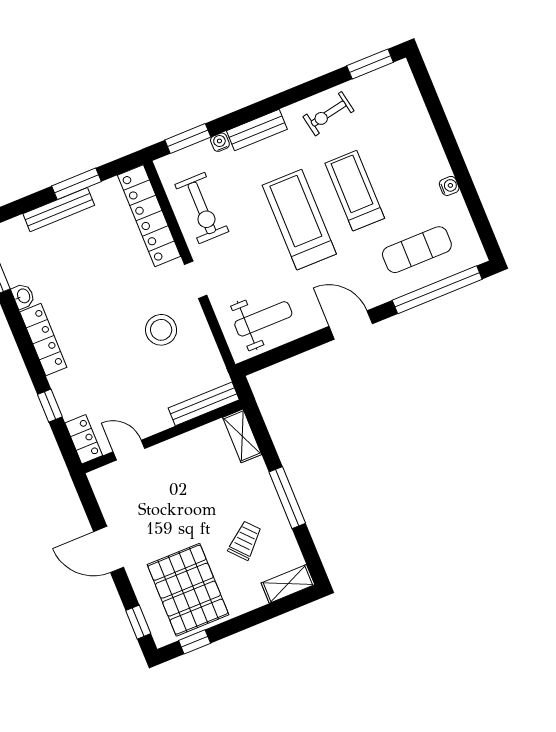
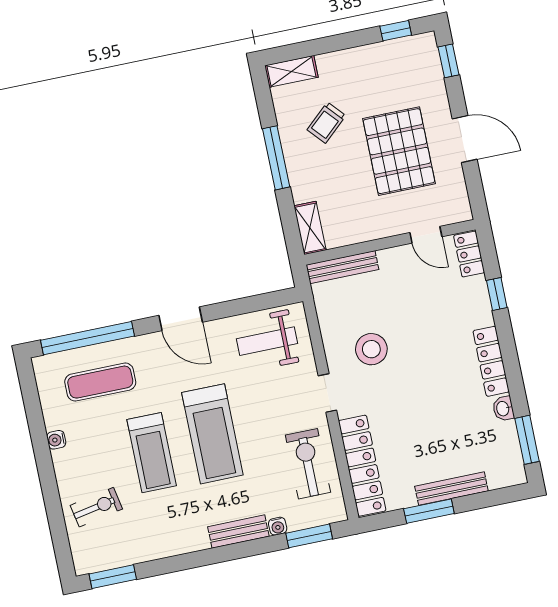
exercise bike: (328, 114) -> (96, 507), moved
pallet: (188, 590) -> (399, 151), moved

